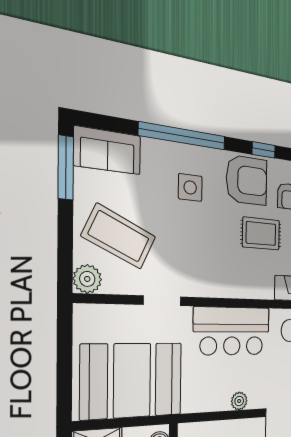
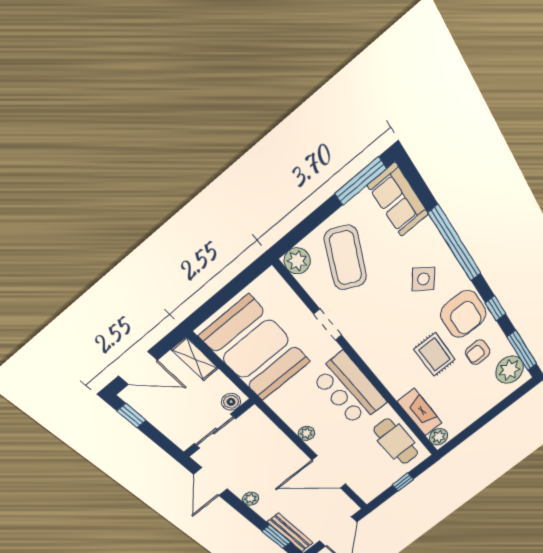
side table: (190, 187) -> (423, 279), turned 36

